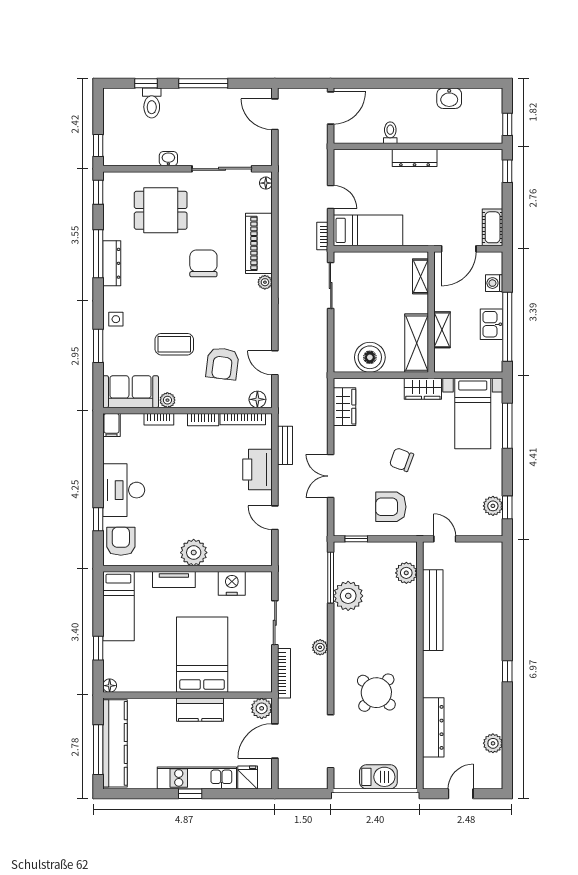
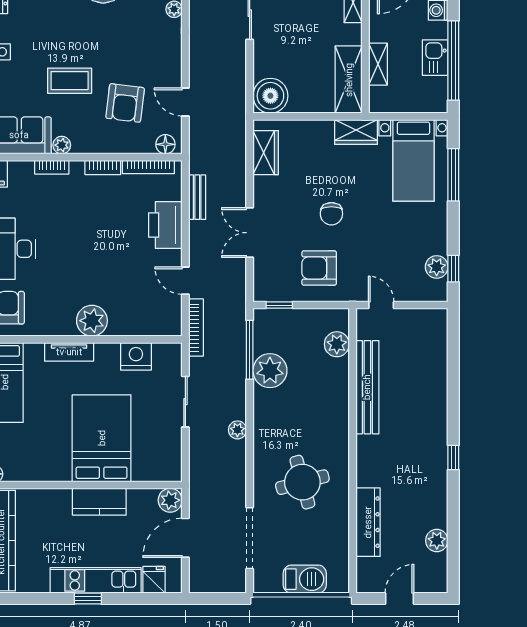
boiler: (370, 357) -> (270, 96), moved
chair: (402, 460) -> (331, 214), turned -110
bookcase: (284, 673) -> (196, 328), moved
round table: (376, 693) -> (302, 482), turned 33

